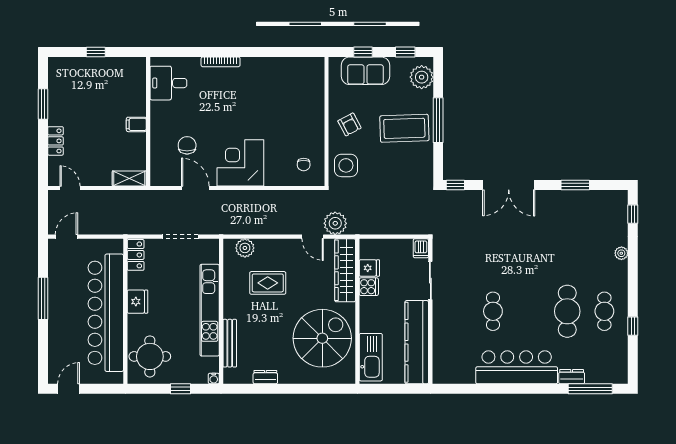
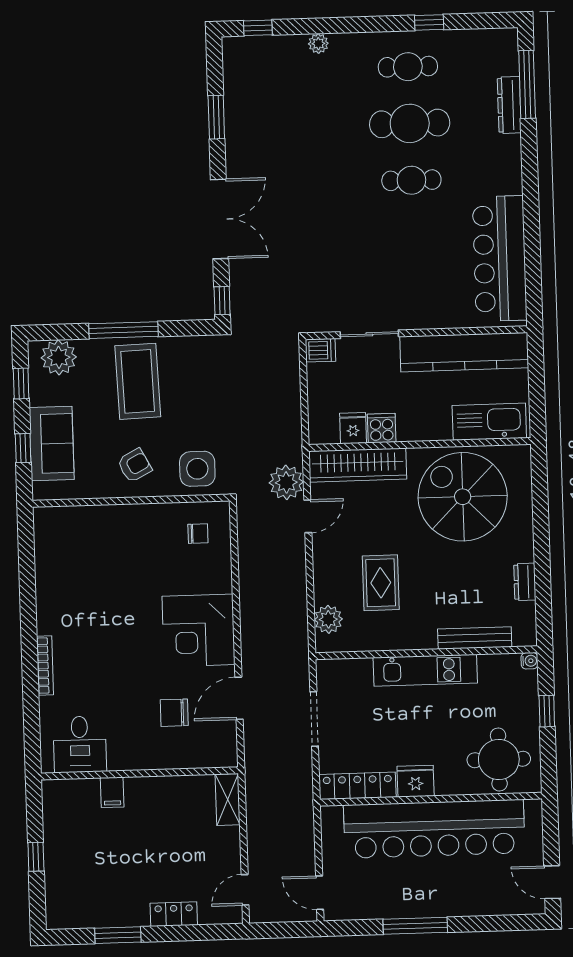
filing cabinet: (136, 124) -> (112, 792), moved
locker: (136, 255) -> (357, 786), width x1.53
kitchen unit: (210, 310) -> (425, 670), width x0.73
cafe table: (493, 311) -> (411, 180), moved
bar counter: (517, 367) -> (500, 259), moved
dresser: (572, 377) -> (509, 105), width x1.44

